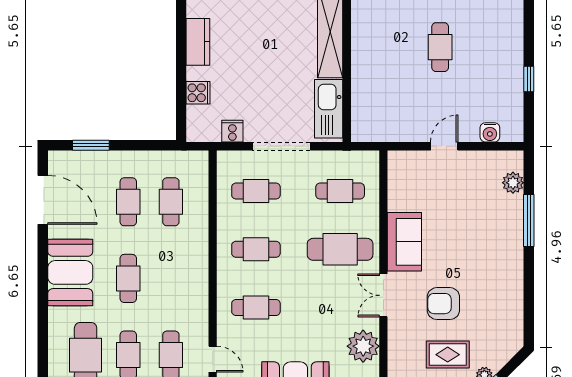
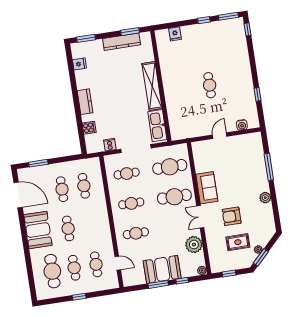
plant: (513, 183) -> (265, 198), moved
cafe table: (340, 191) -> (170, 167), width x1.37, depth x1.35

